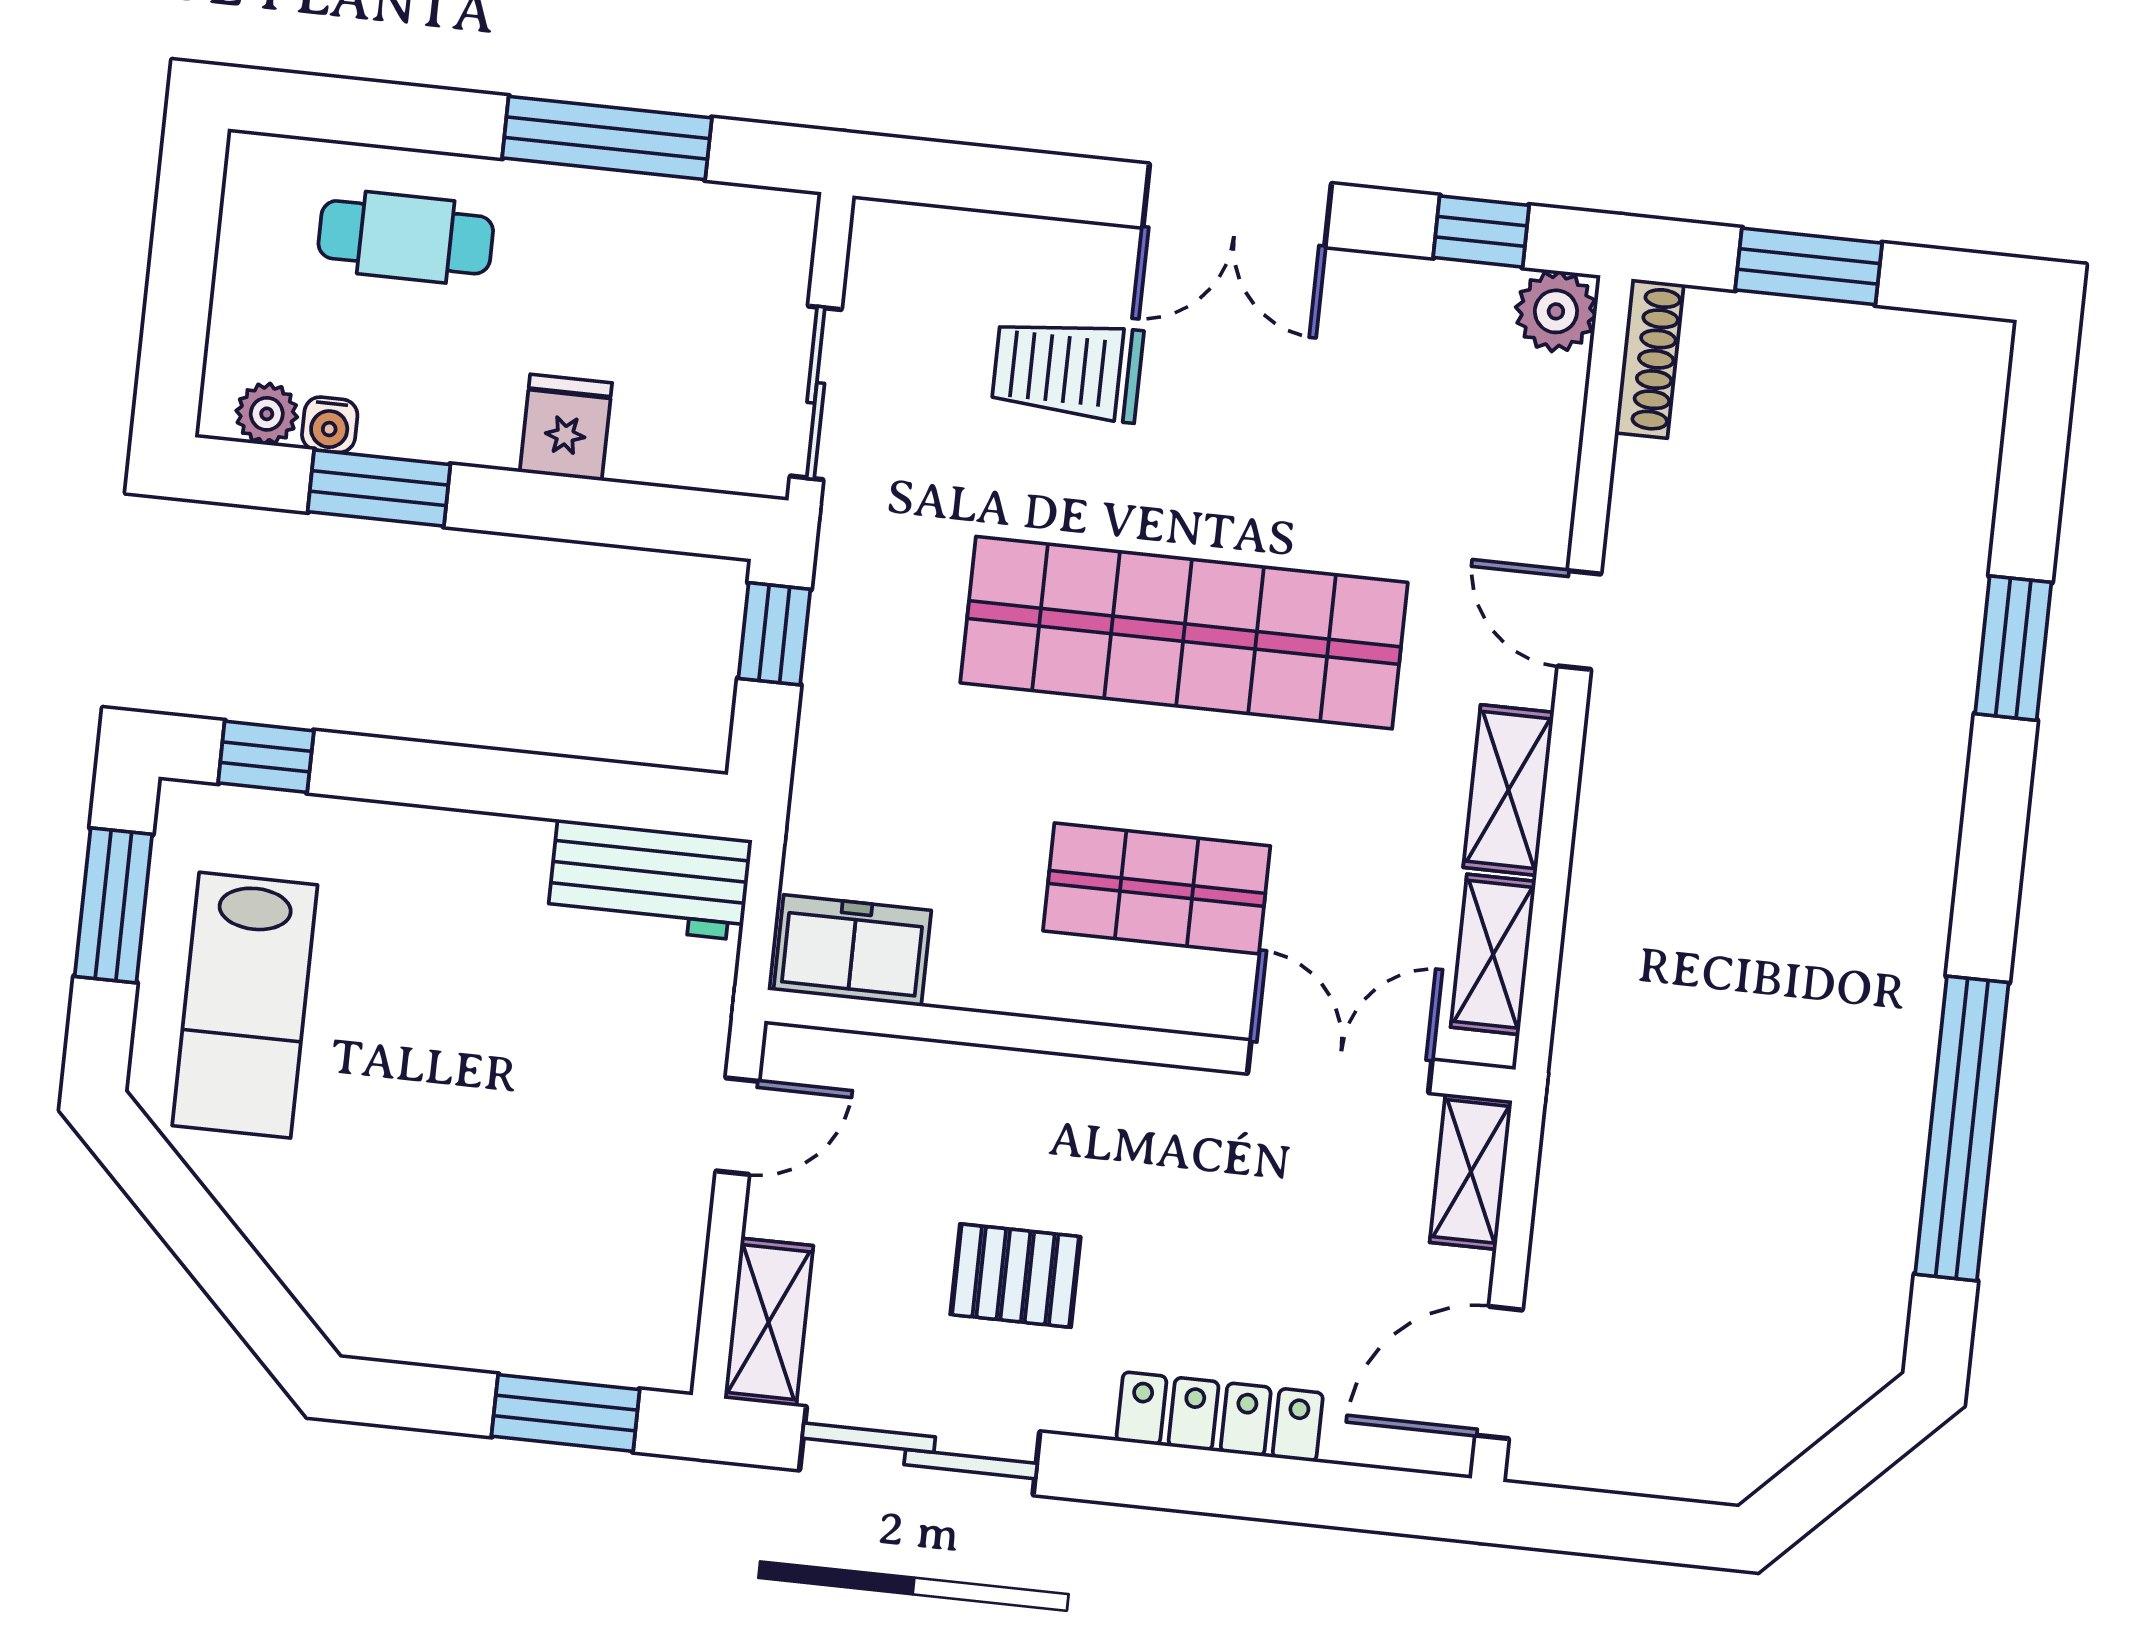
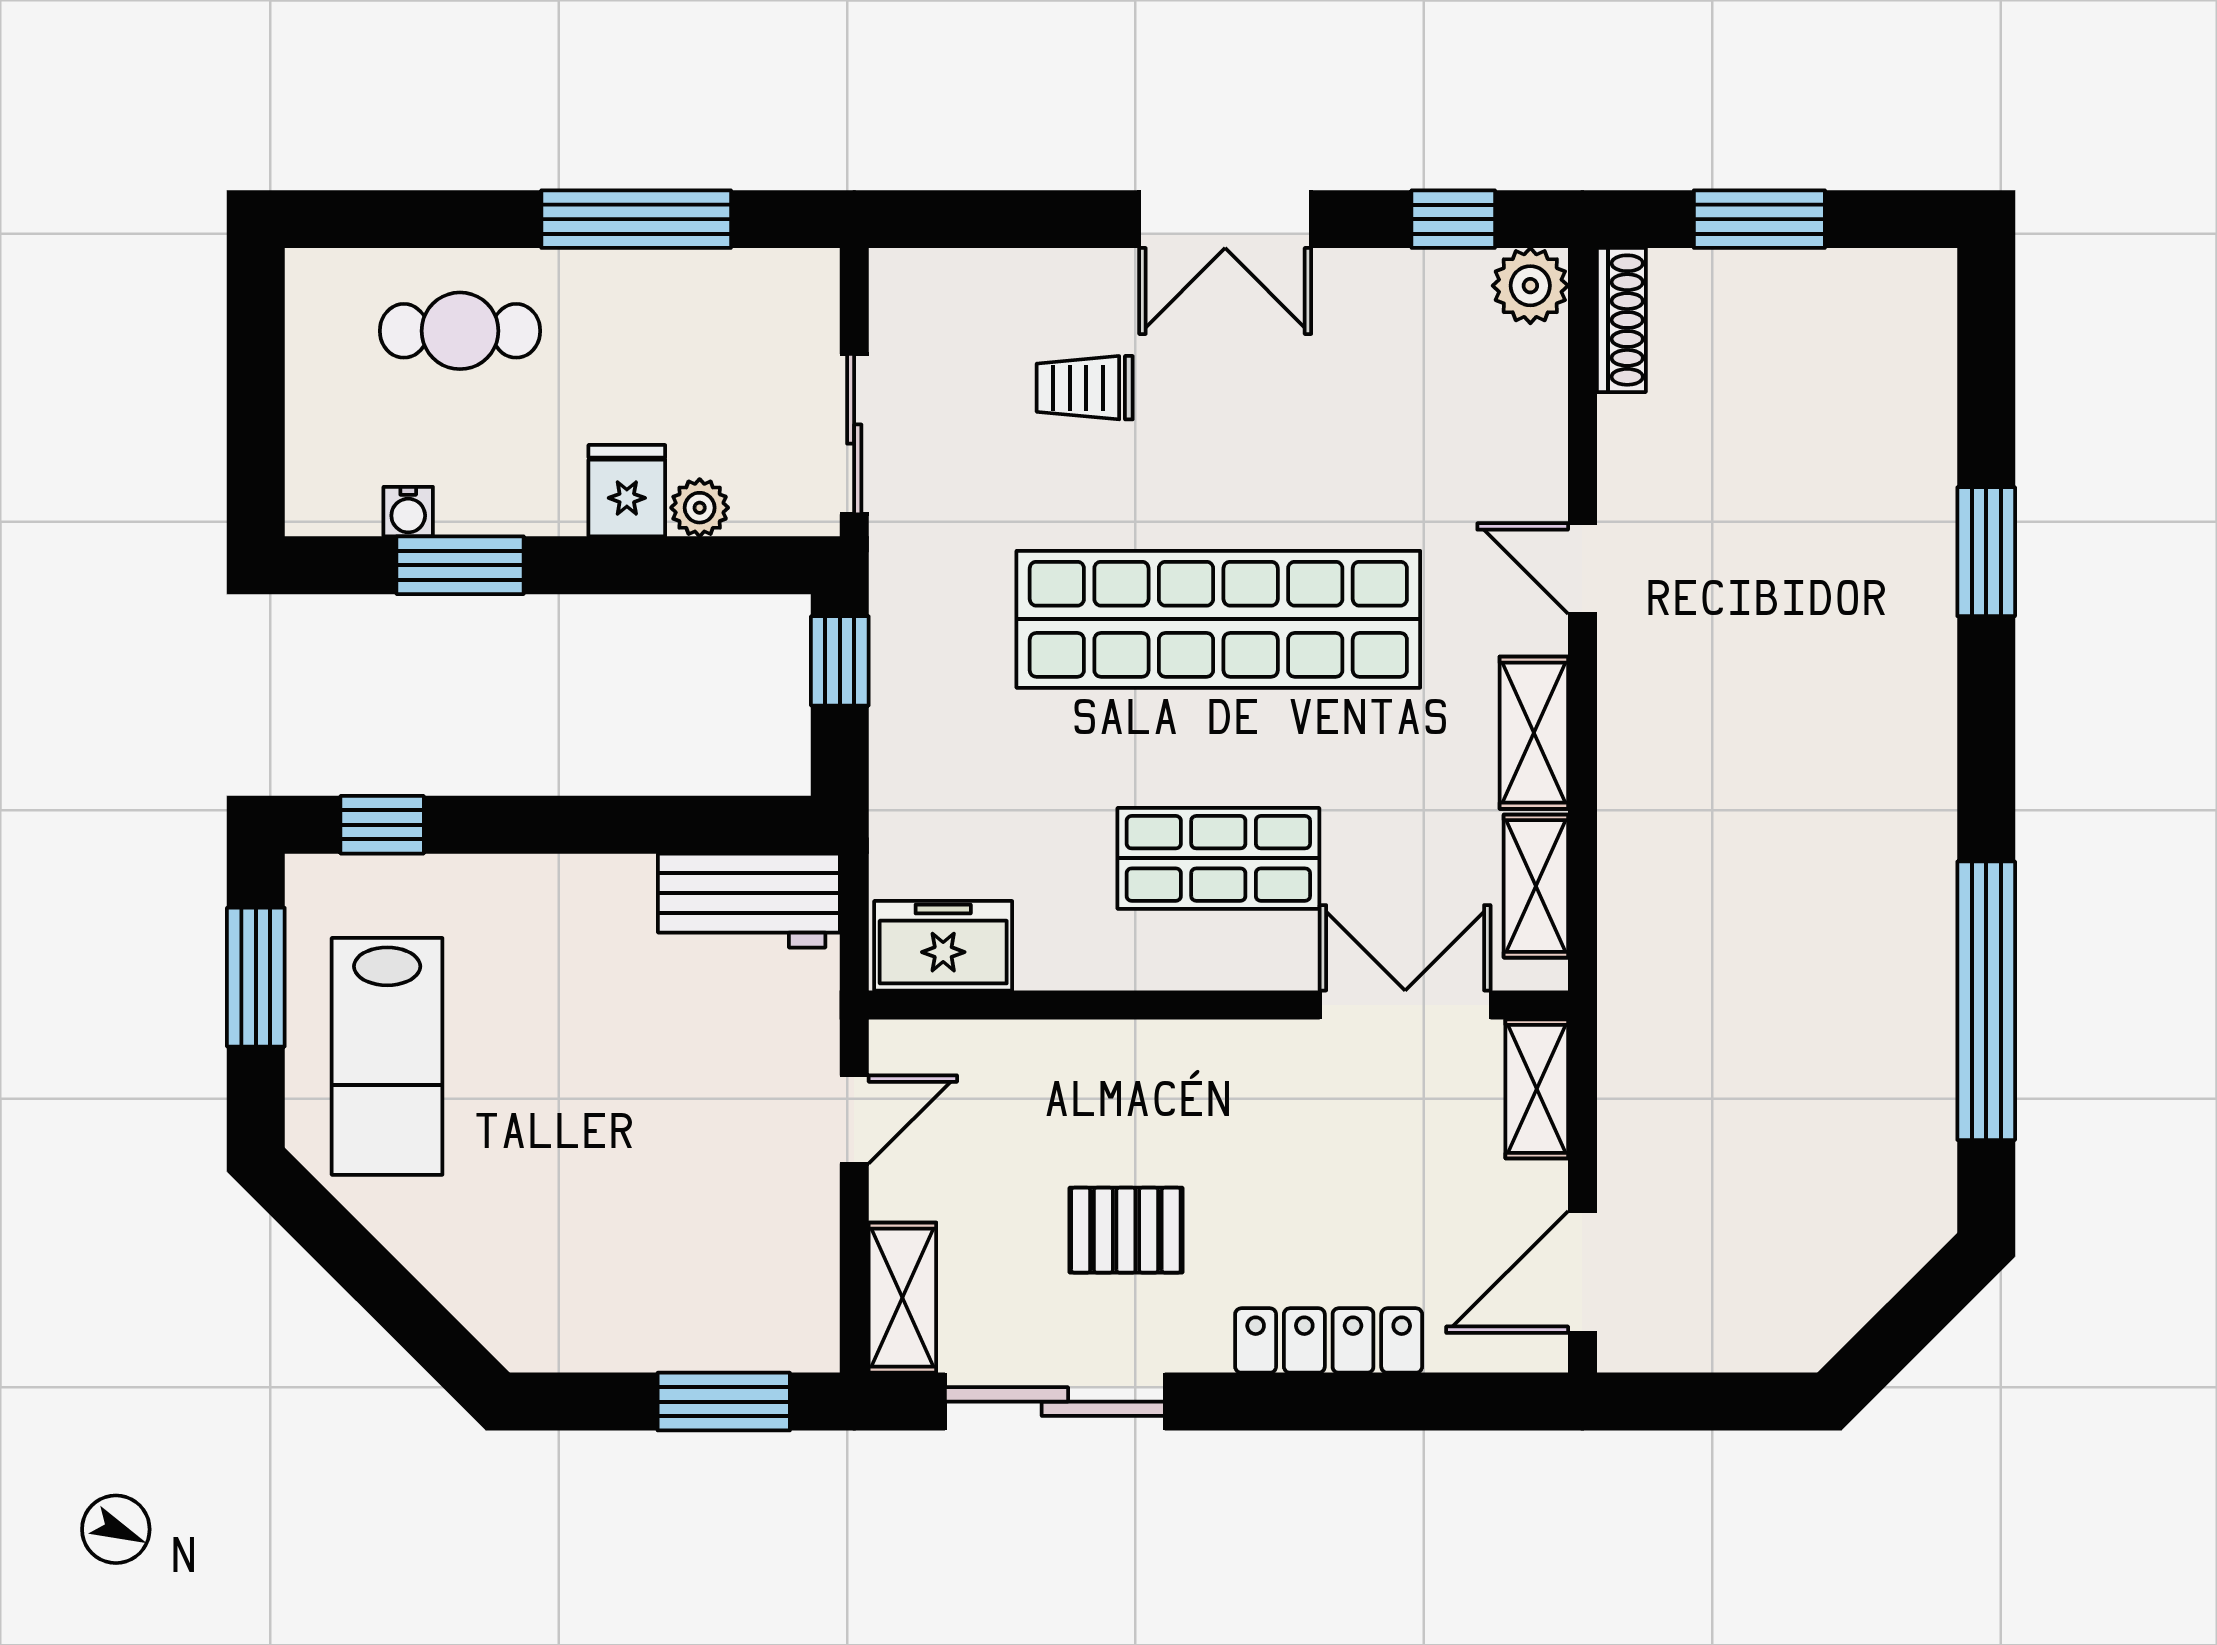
trolley: (1068, 370) -> (1085, 388), width x0.73, depth x0.72
plant: (267, 414) -> (700, 508), moved

